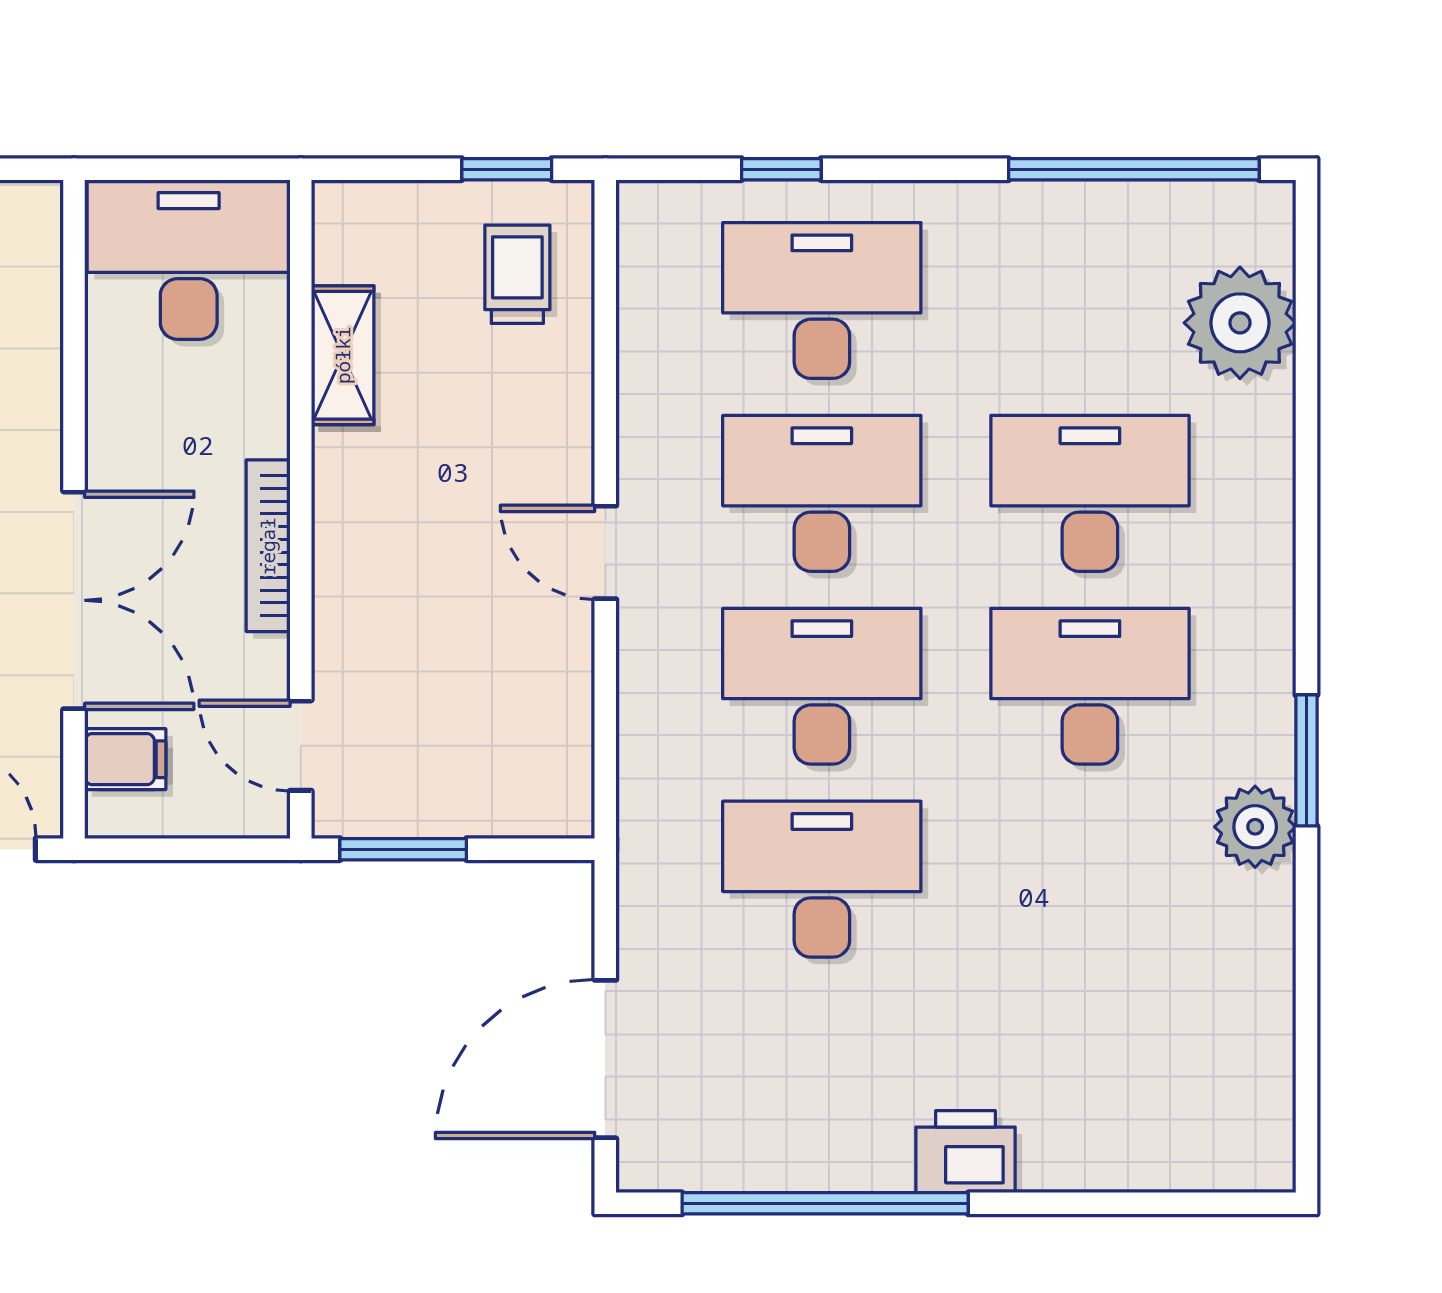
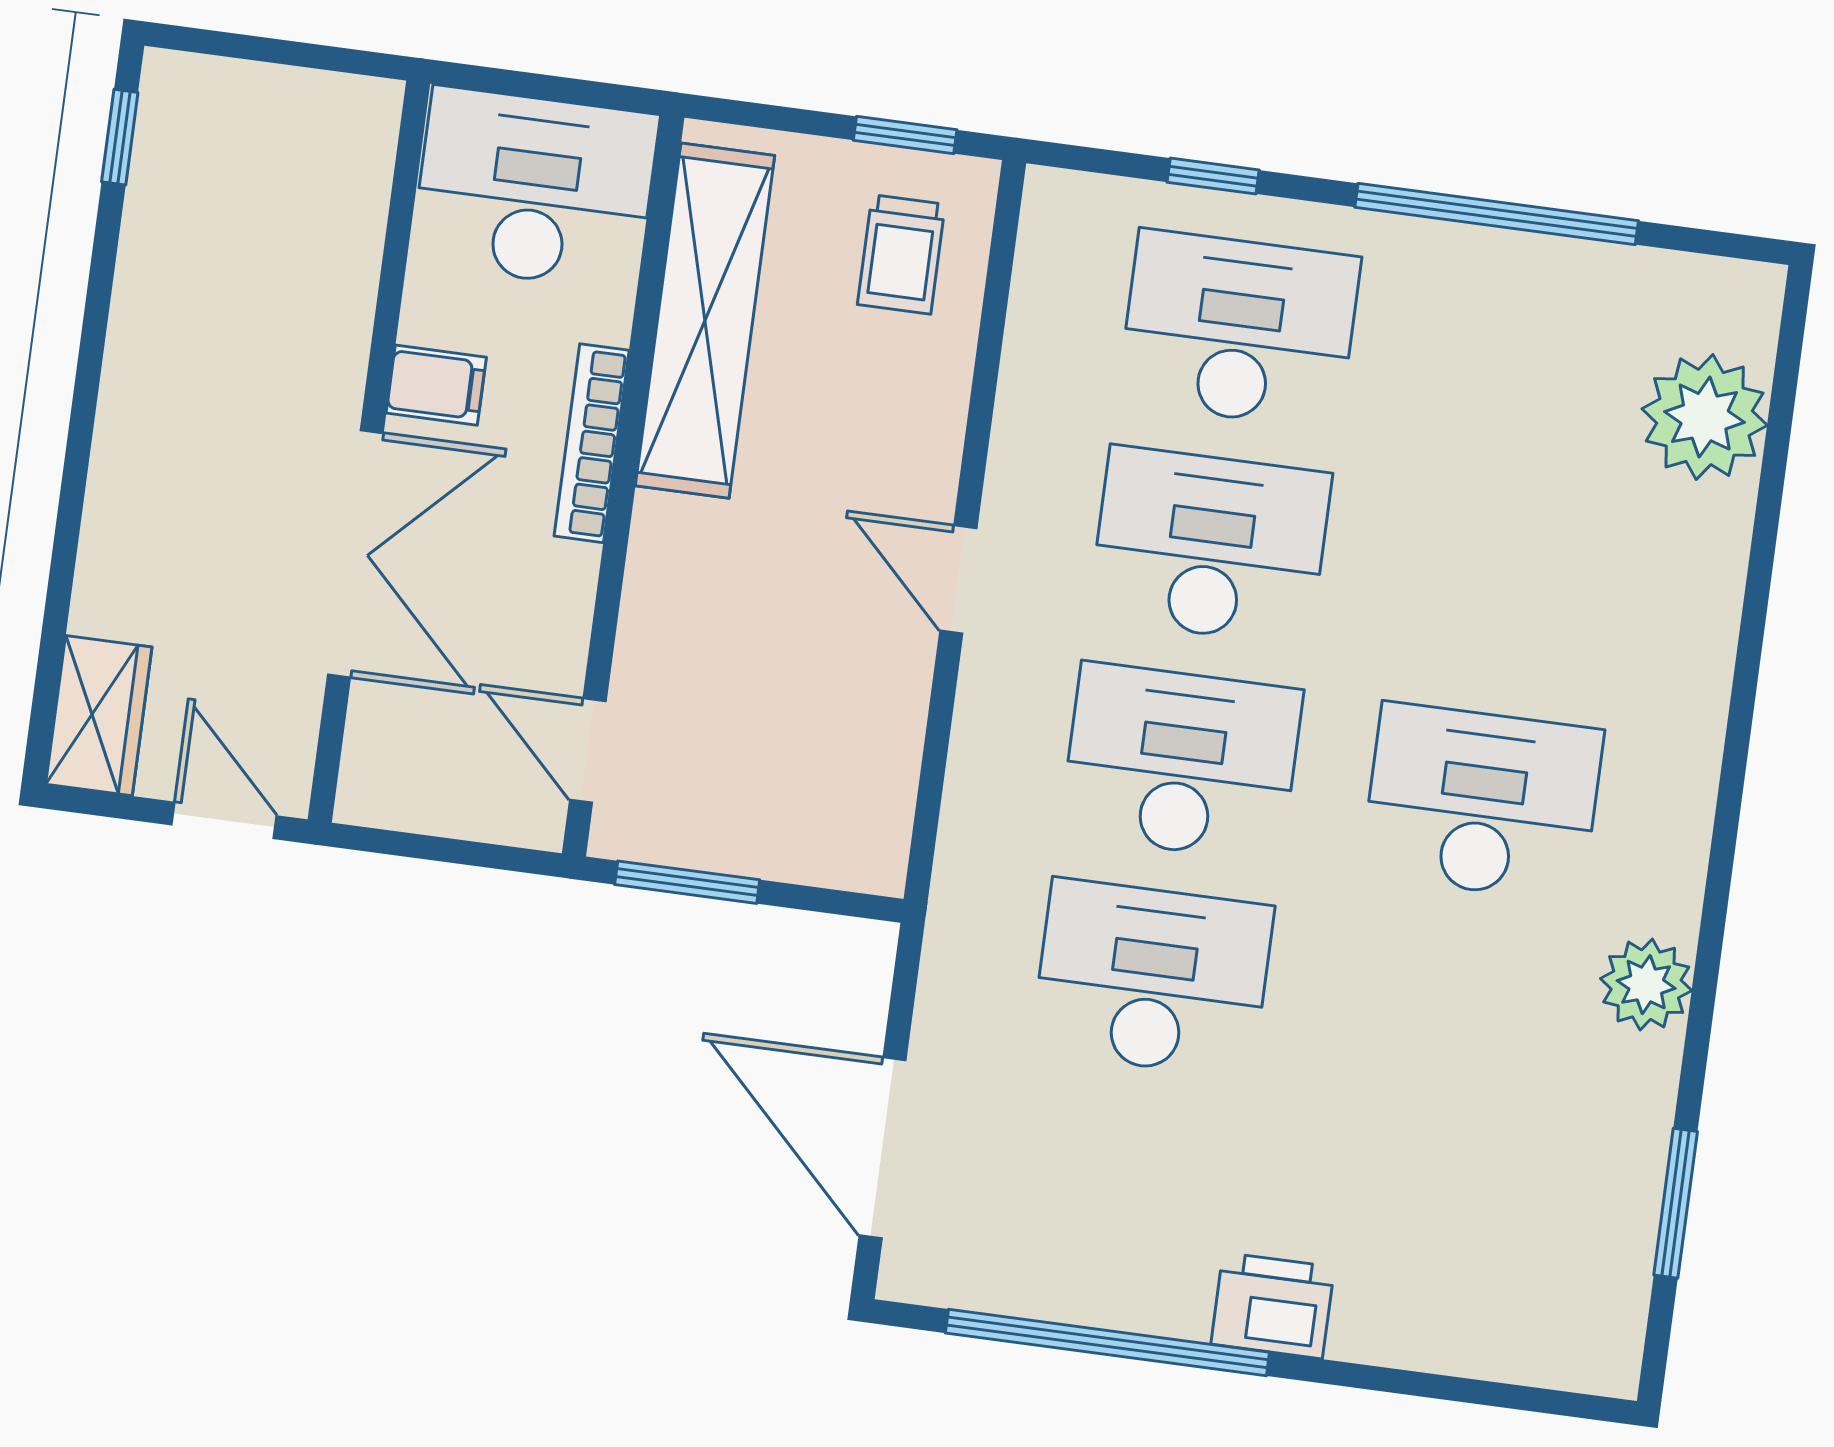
window: (1134, 169) -> (1497, 214), moved
trolley: (517, 274) -> (901, 254), turned 180
shelving: (343, 355) -> (705, 321), width x2.20, depth x1.33
desk: (1090, 493) -> (1511, 586), removed
bookcase: (268, 546) -> (592, 443), moved
filing cabinet: (125, 759) -> (436, 385), moved
window: (1306, 760) -> (1676, 1203), moved
door: (605, 1059) -> (883, 1148), hinge flipped

